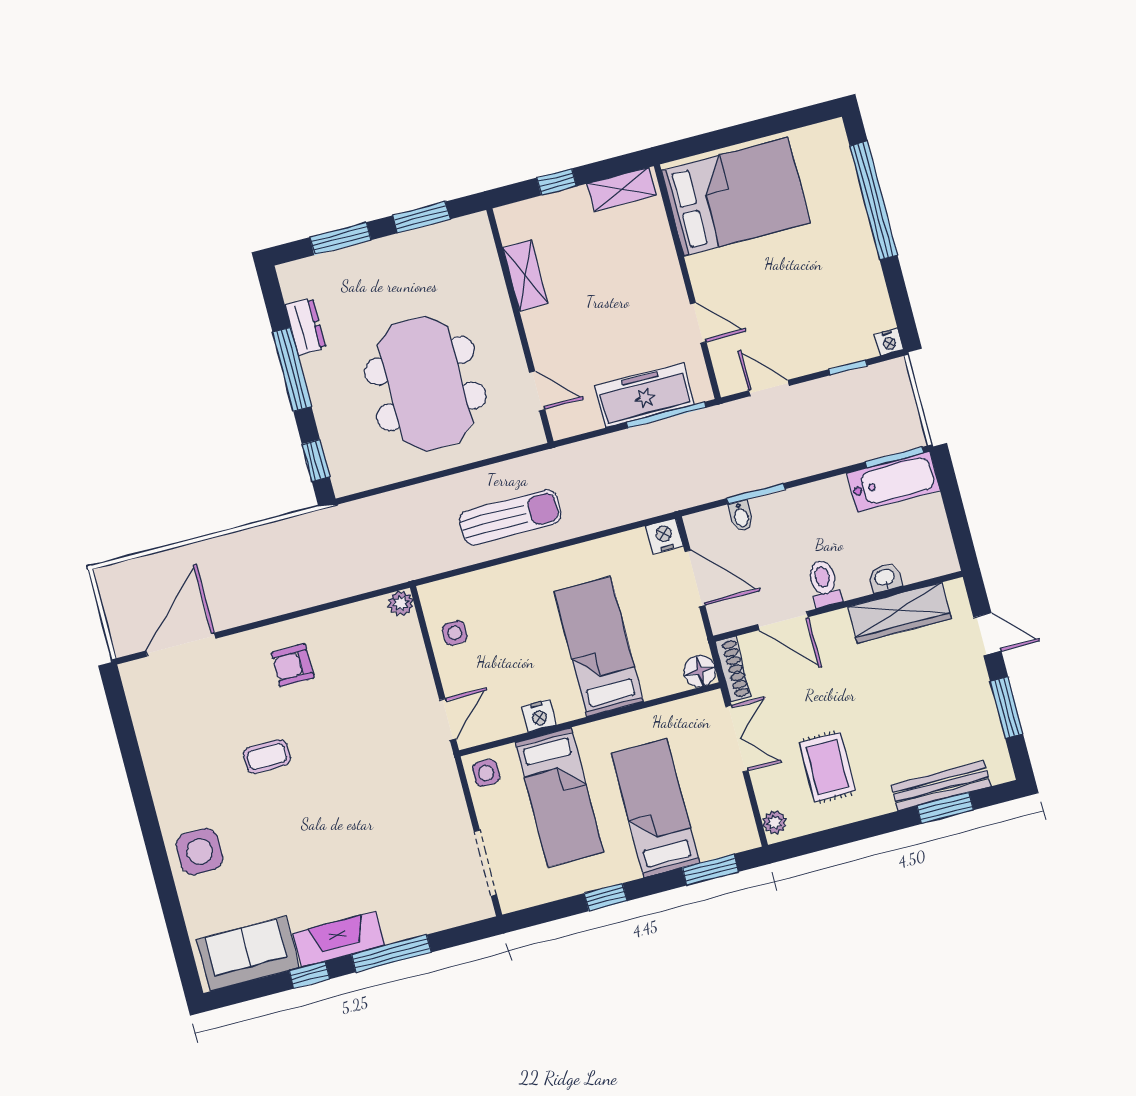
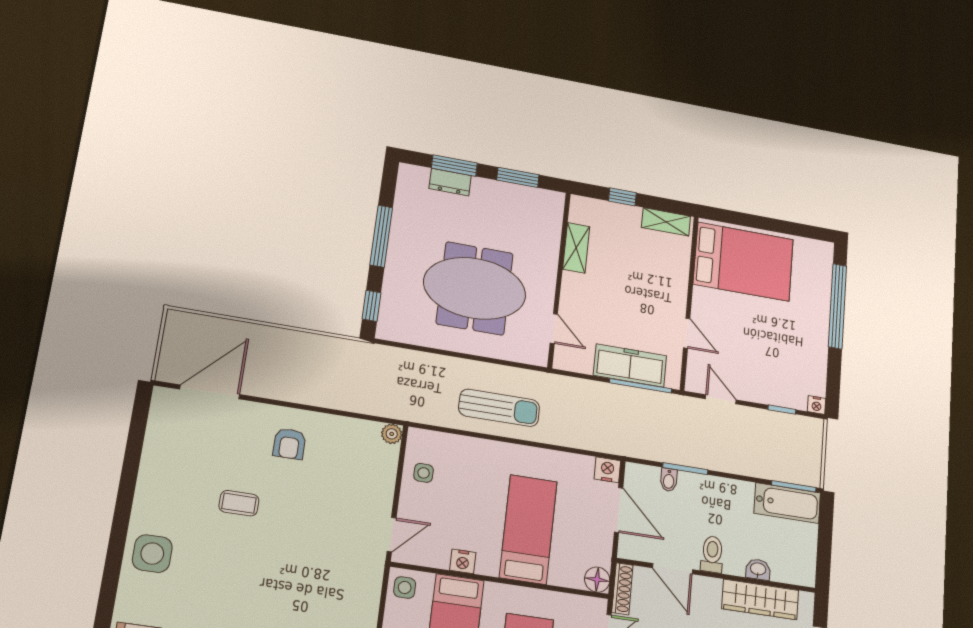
dresser: (305, 326) -> (450, 182), moved, turned 90
meeting table: (425, 384) -> (475, 288), turned 90
armchair: (293, 665) -> (289, 444), turned -90

